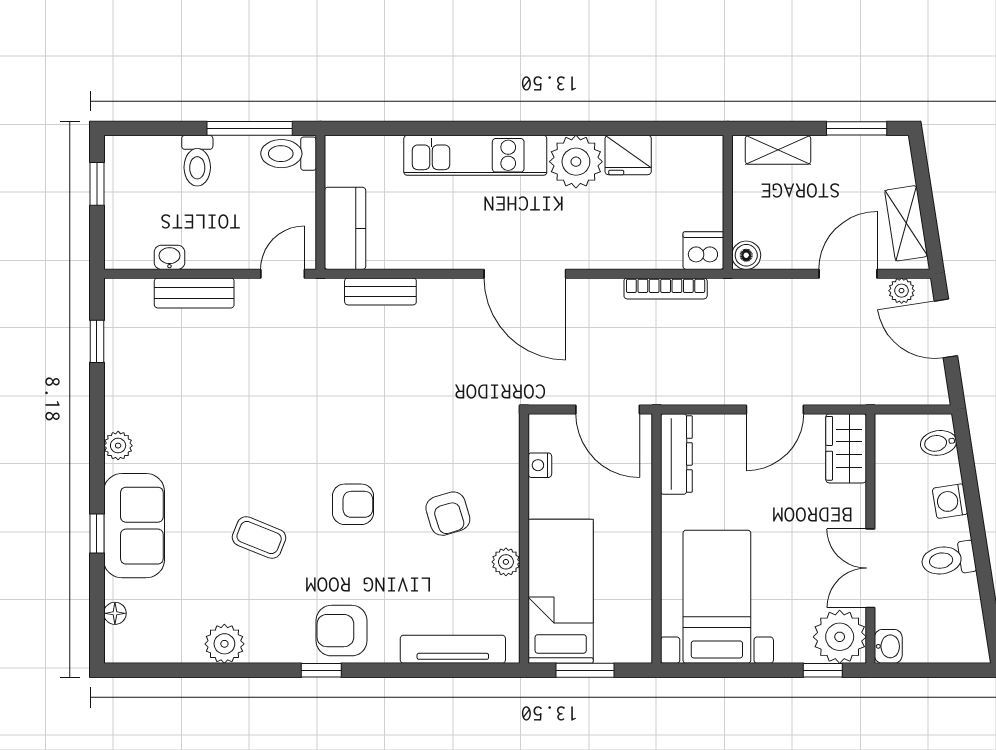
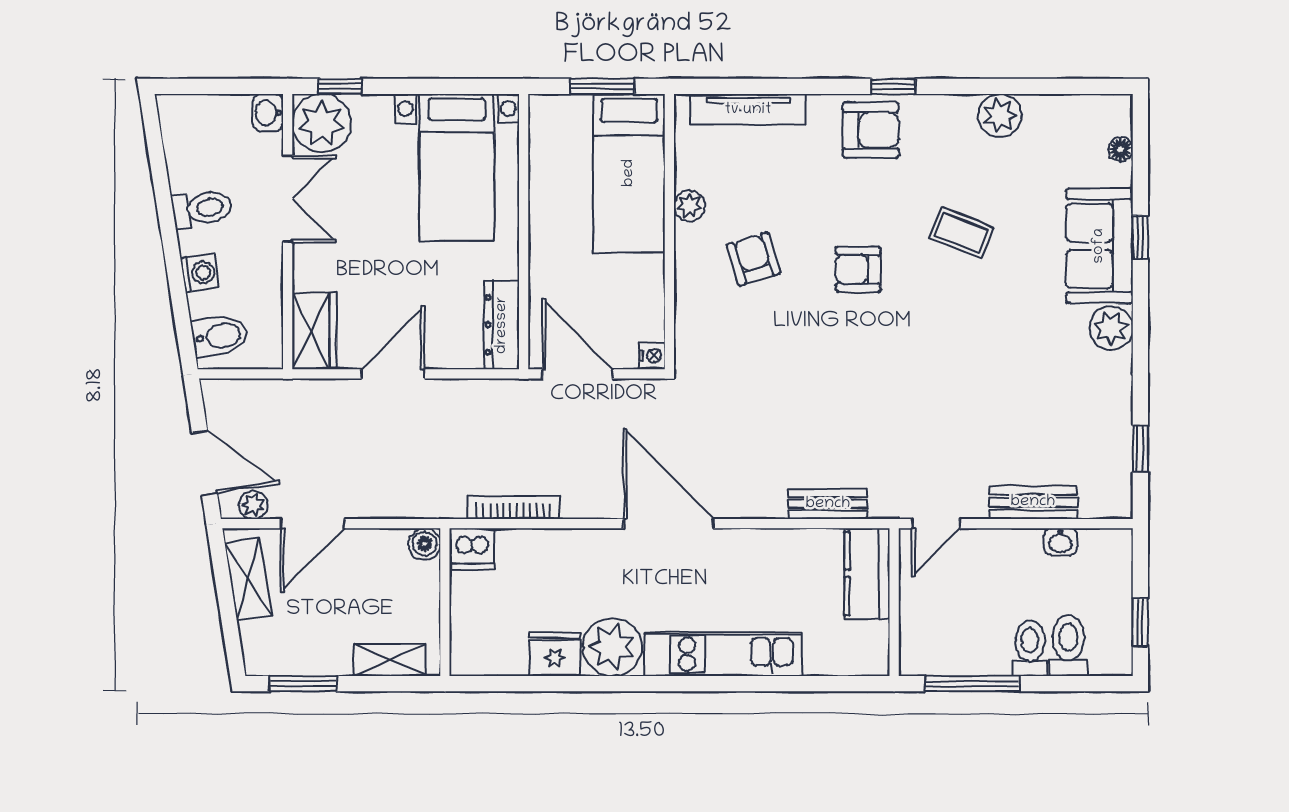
toilet: (289, 154) -> (1068, 646), moved, turned -90
bidet: (938, 443) -> (220, 336), width x1.38, depth x1.36
plant: (118, 446) -> (1111, 328), width x1.38, depth x1.38
nightstand: (540, 465) -> (652, 356), moved

